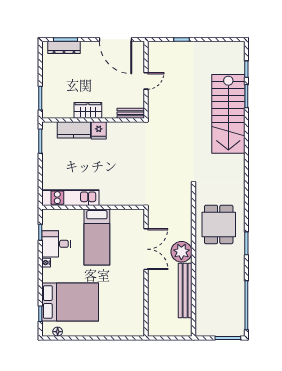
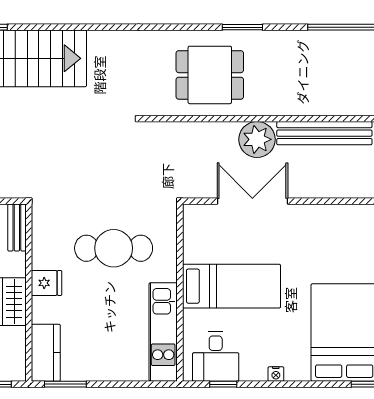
kitchen counter: (74, 130) -> (46, 353), moved
cafe table: (119, 169) -> (114, 248), added
desk: (56, 244) -> (216, 357), moved

